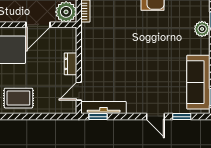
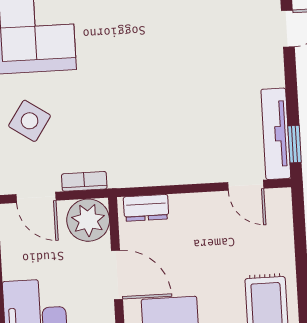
dresser: (70, 64) -> (146, 208), moved

